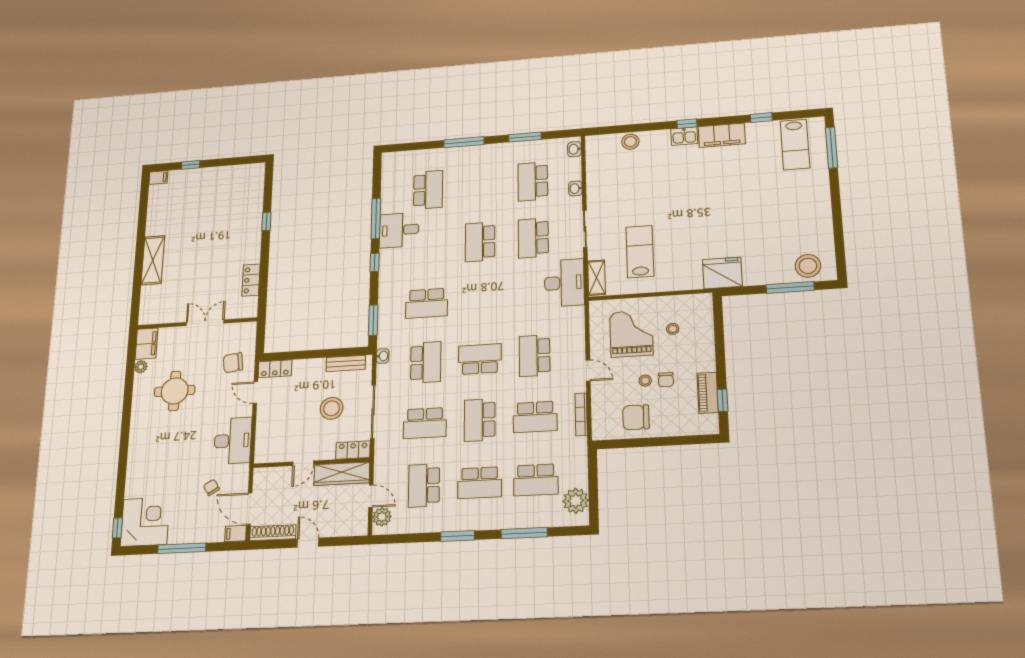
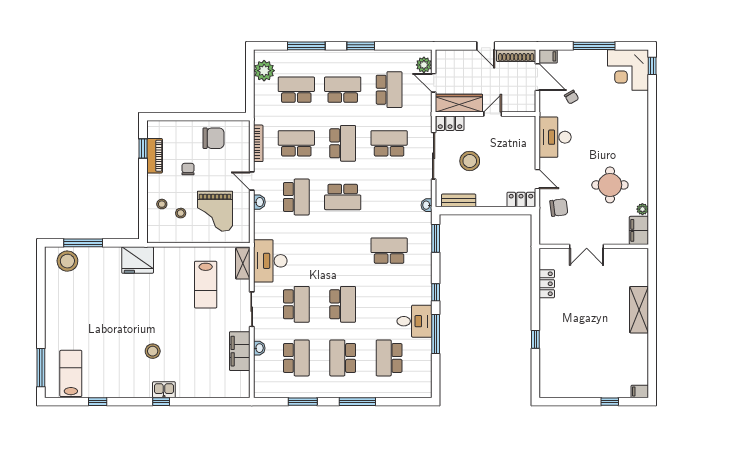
filing cabinet: (722, 135) -> (240, 351), moved, turned -90
stool: (630, 142) -> (153, 351), moved
washbasin: (574, 149) -> (259, 202), moved
school desk: (426, 362) -> (343, 358), moved
stool: (645, 381) -> (162, 204), moved

